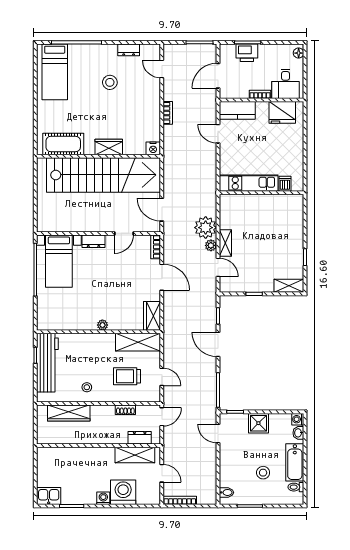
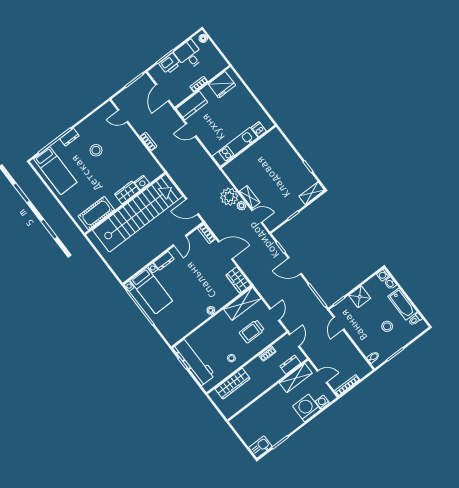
dresser: (129, 50) -> (69, 137), moved
desk: (285, 84) -> (189, 55), moved, turned 180
nightstand: (153, 148) -> (142, 183), moved
door: (162, 377) -> (275, 314), hinge flipped
door: (218, 434) -> (339, 323), hinge flipped
washing machine: (103, 498) -> (322, 402), moved

